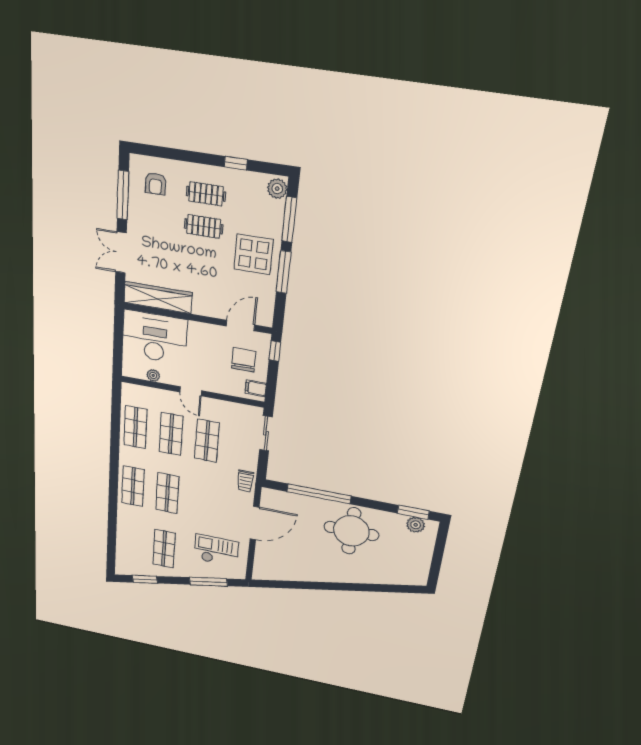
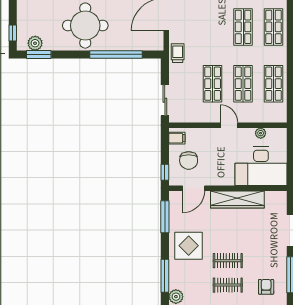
window: (284, 272) -> (165, 217), moved
wardrobe: (158, 297) -> (237, 200), moved
window: (441, 541) -> (13, 33), added

